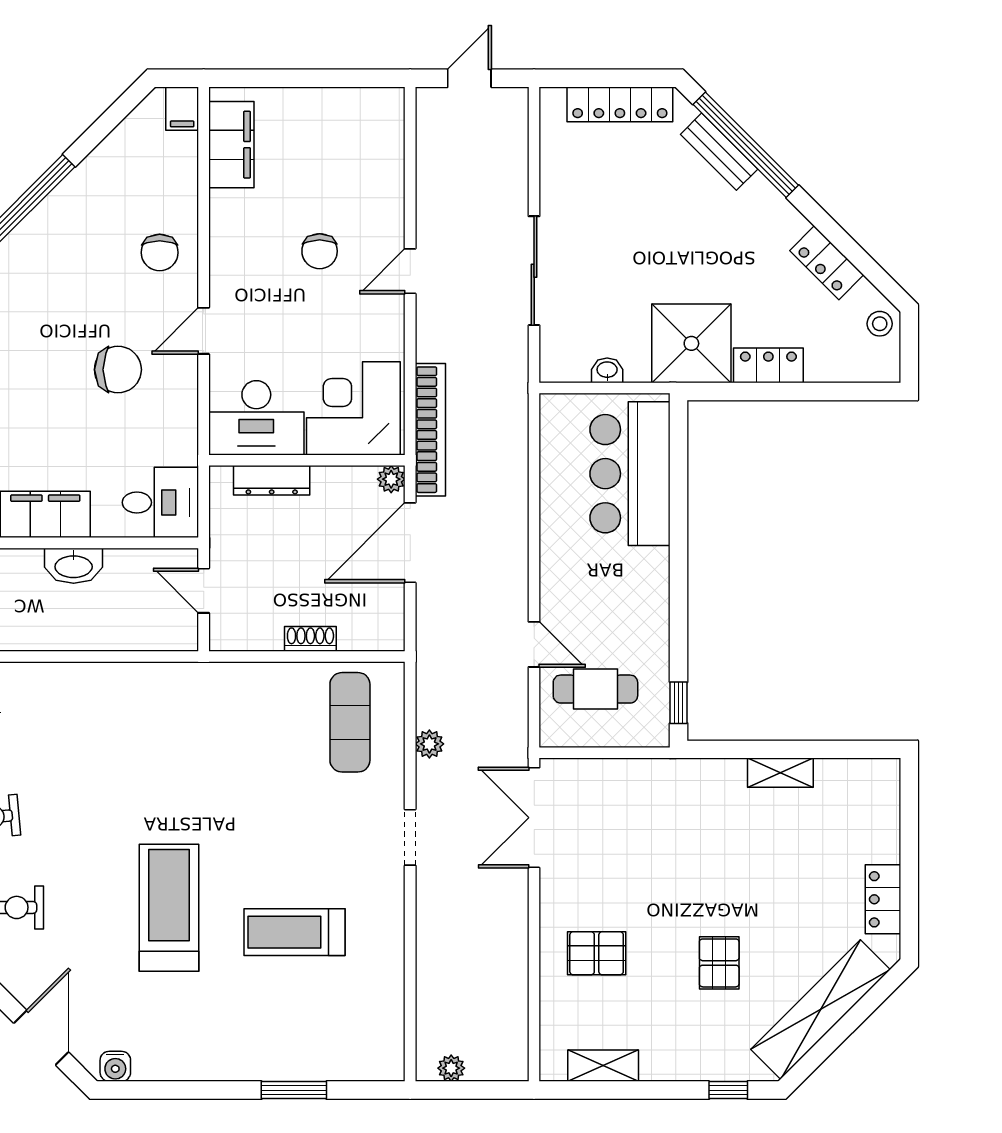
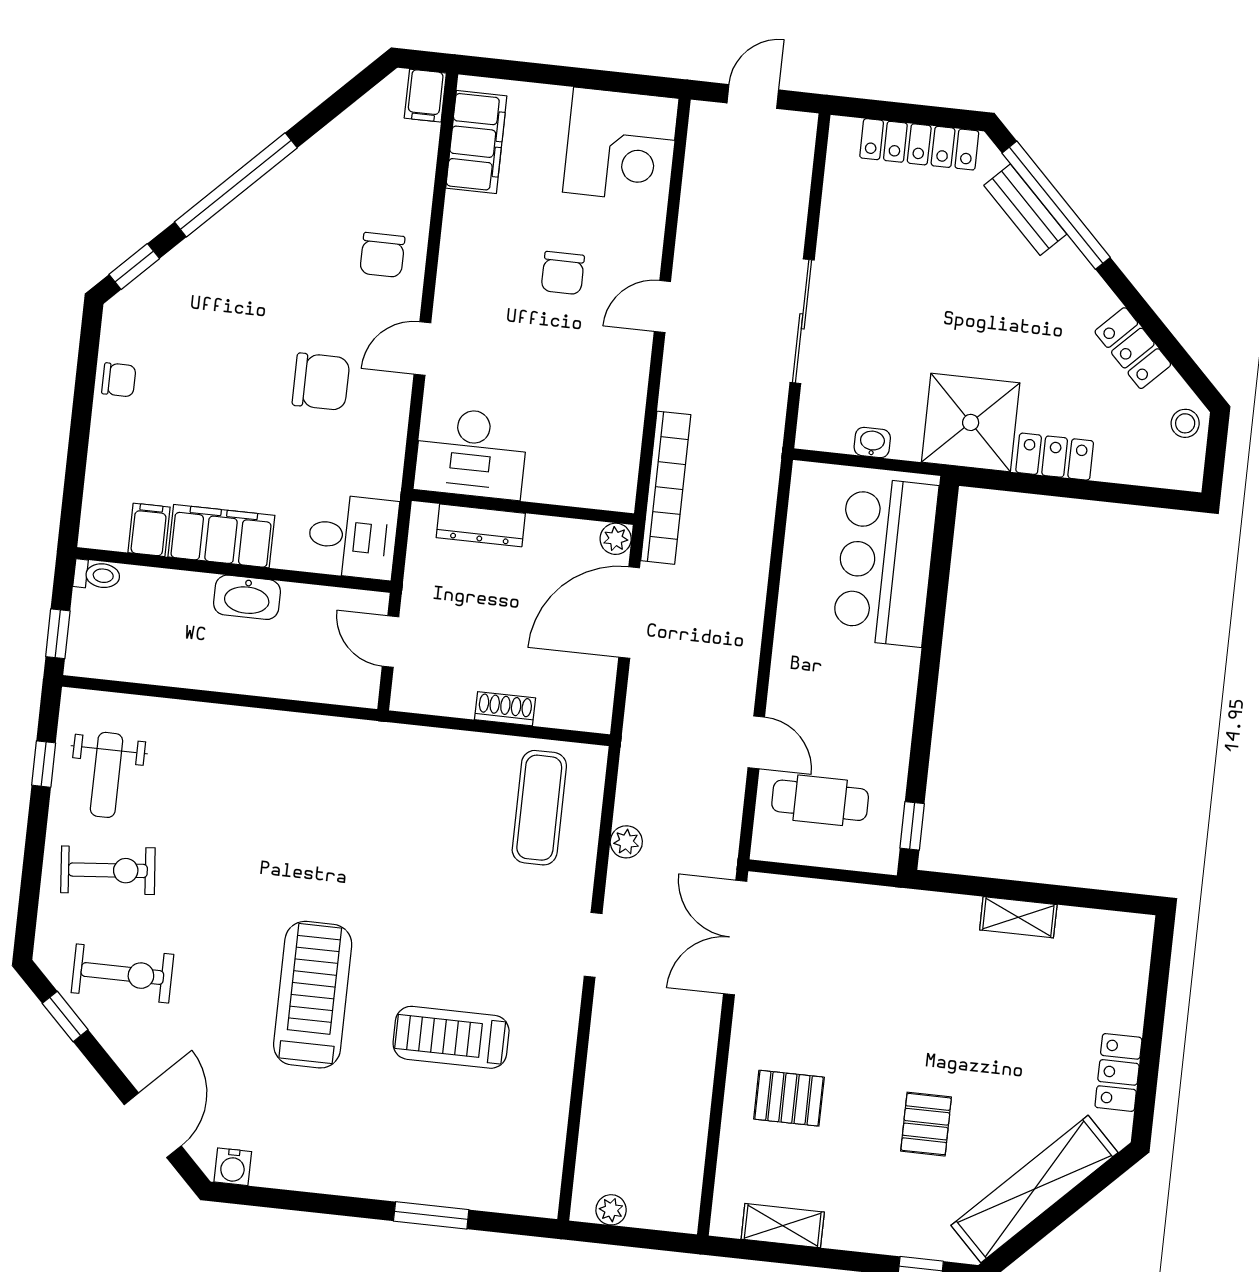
corner desk: (353, 408) -> (621, 145), moved, turned 180

